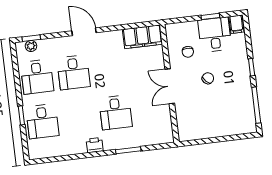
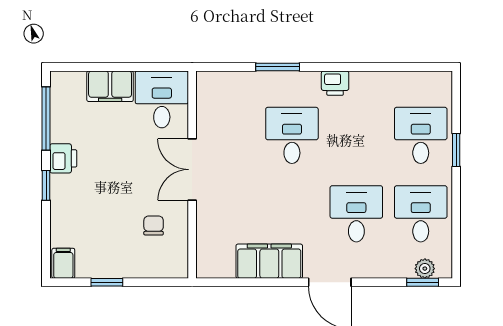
desk: (215, 35) -> (162, 99), moved, turned 180
filing cabinet: (142, 37) -> (269, 261), moved
chair: (208, 78) -> (124, 175), removed
printer: (244, 84) -> (63, 158), added
double door: (170, 86) -> (192, 170), swing flipped
filing cabinet: (222, 128) -> (110, 86), added

